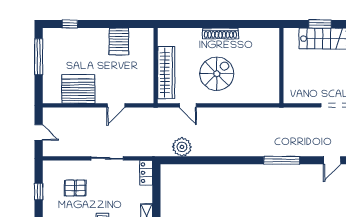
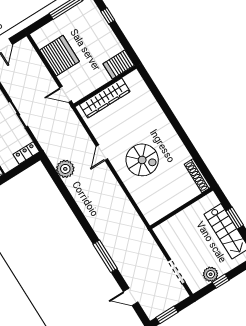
shoe rack: (220, 33) -> (198, 176), moved
wall: (156, 66) -> (105, 86), moved
wardrobe: (166, 72) -> (105, 98), moved

